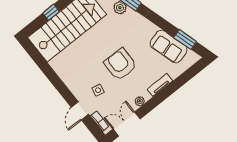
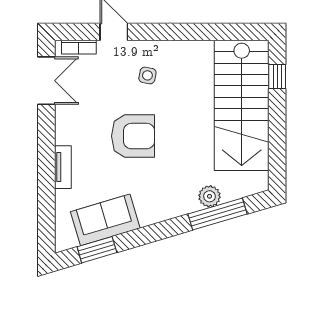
window: (51, 12) -> (277, 77), moved
side table: (98, 90) -> (147, 75), moved
plant: (140, 101) -> (63, 123), removed

